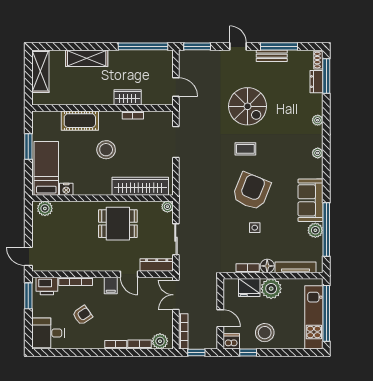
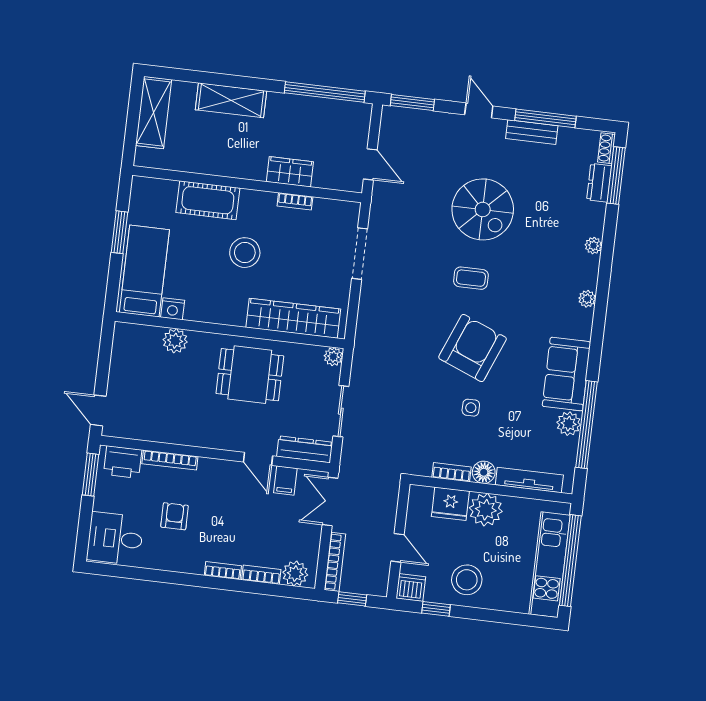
plant: (45, 208) -> (175, 341), moved
filing cabinet: (111, 285) -> (285, 481), moved
armchair: (82, 315) -> (175, 516), turned -56

